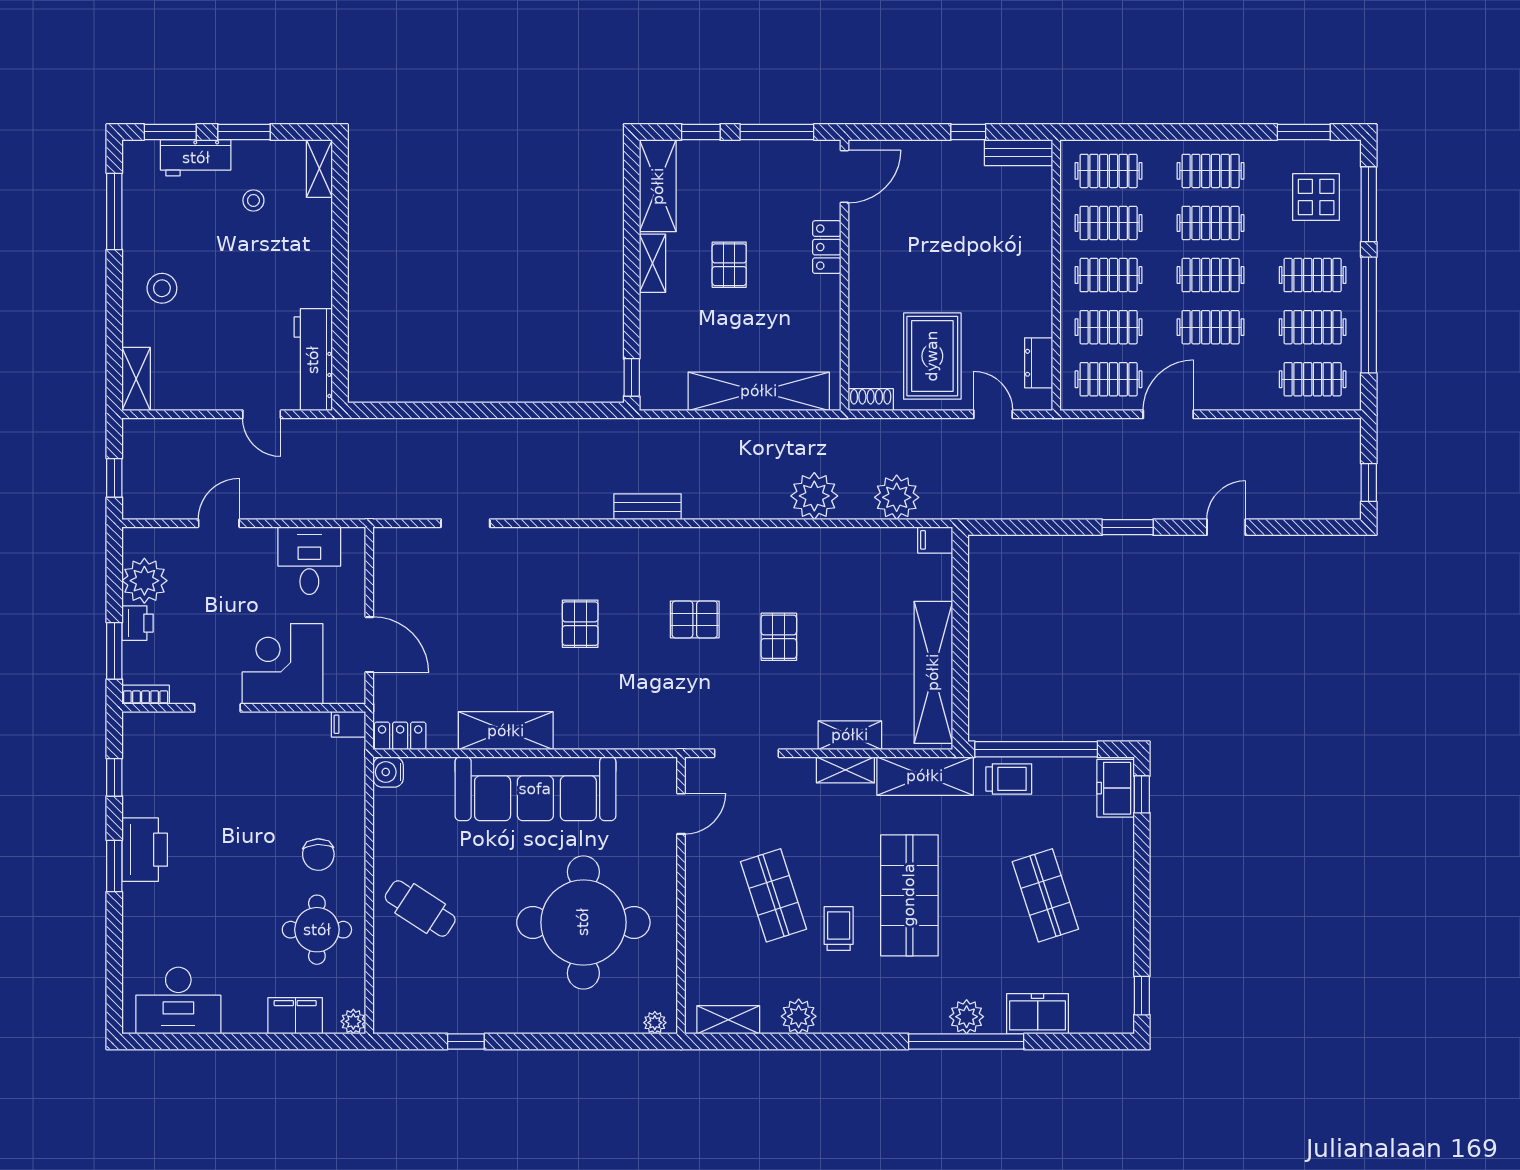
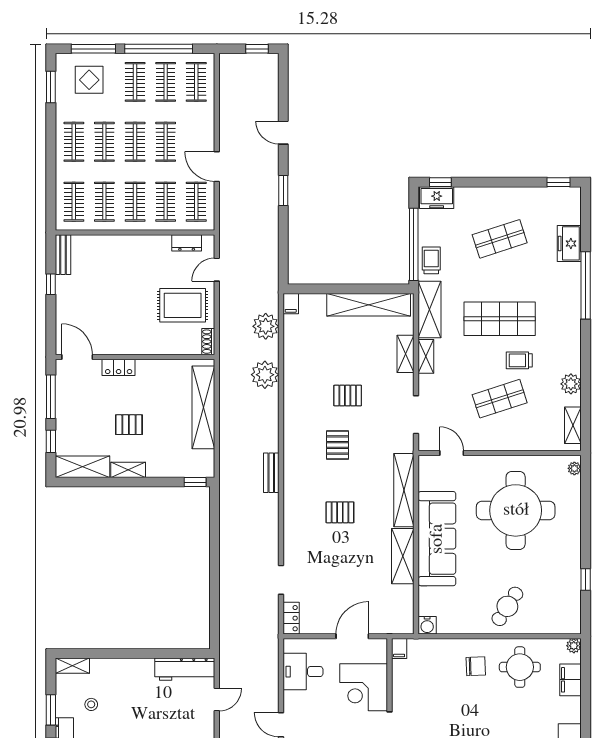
shelving: (618, 732) -> (404, 490), added
locker: (400, 736) -> (291, 618), moved, turned 180
plant: (967, 1017) -> (571, 285), removed

